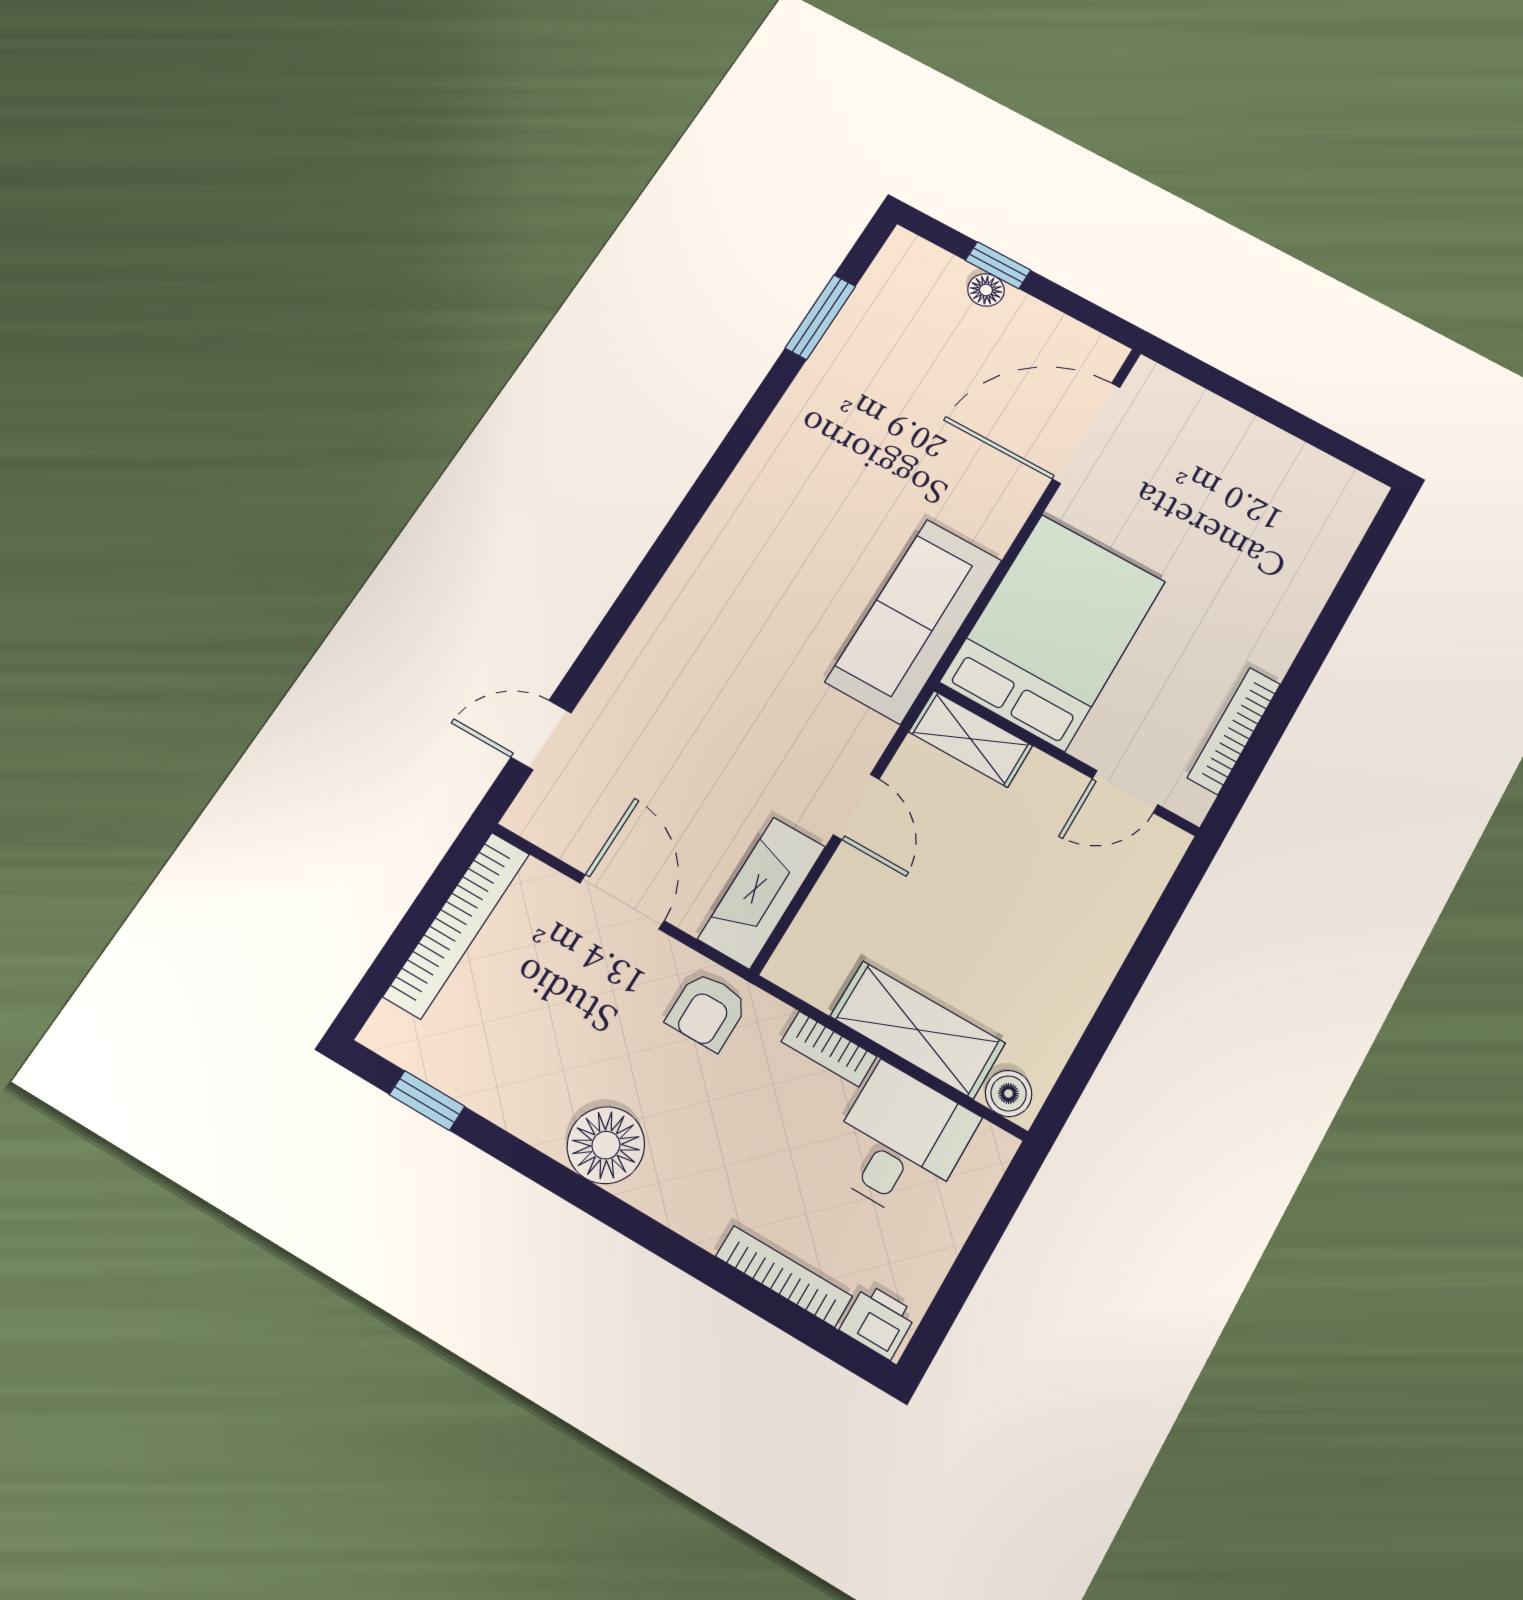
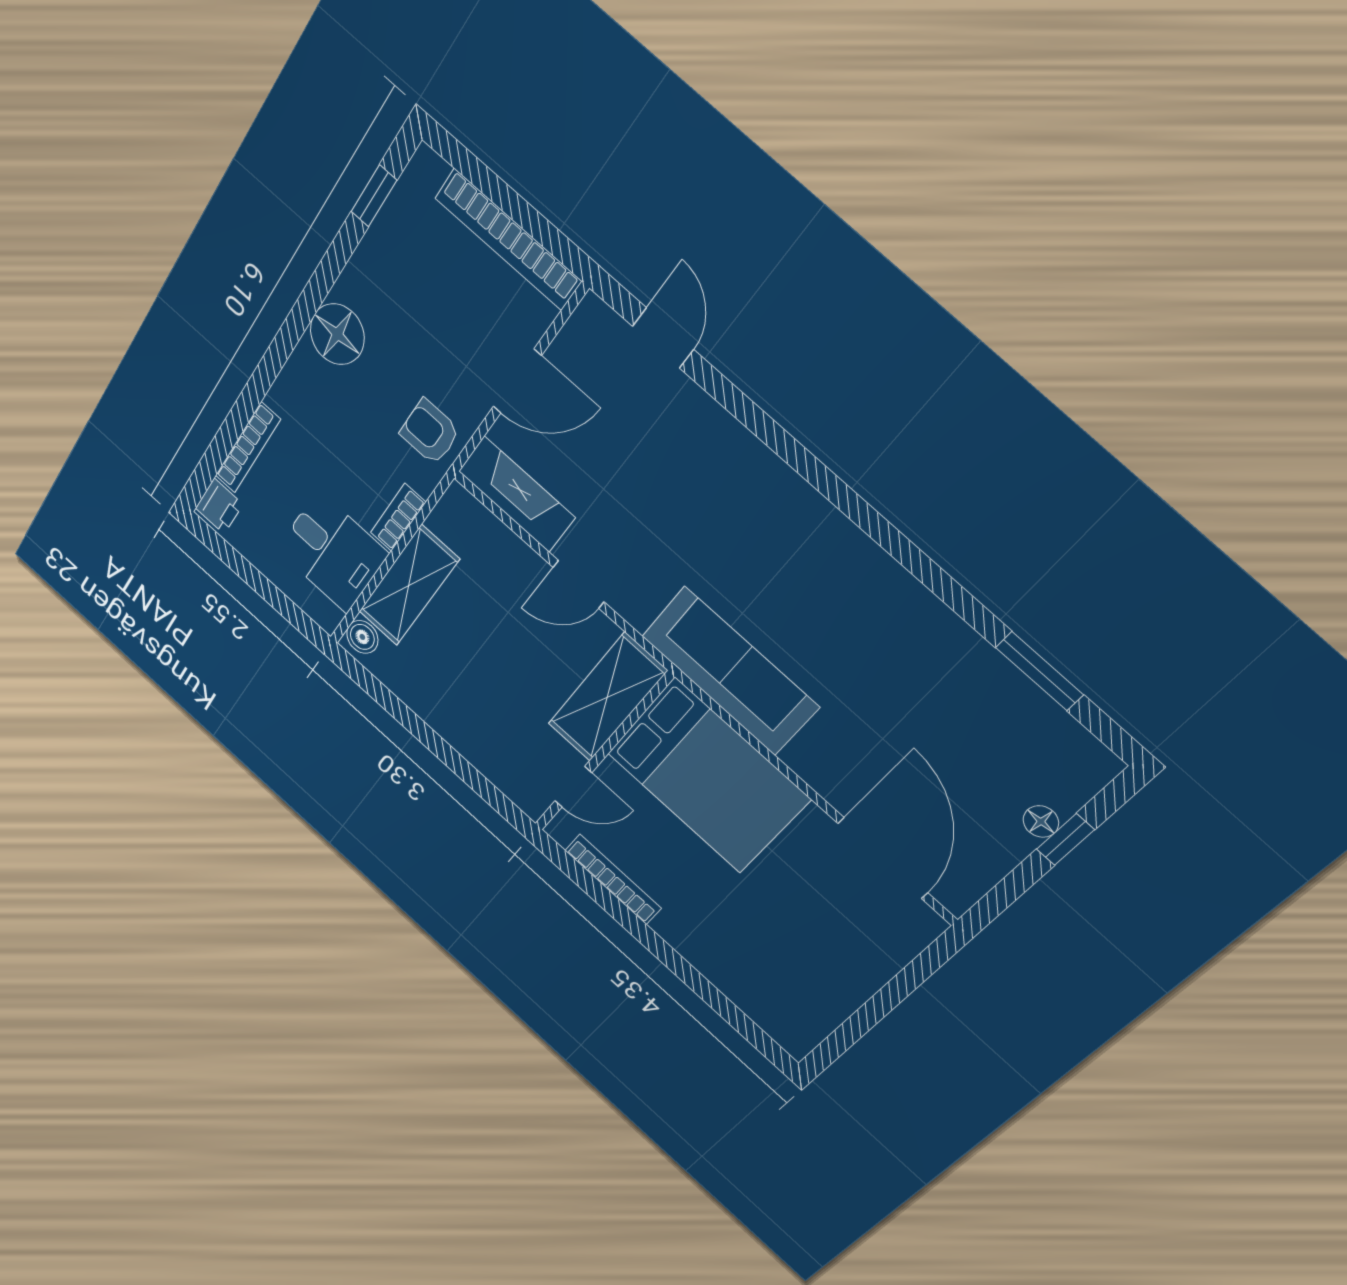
shelving: (971, 739) -> (607, 697), width x1.50, depth x1.33
door: (1125, 792) -> (573, 787), swing flipped

